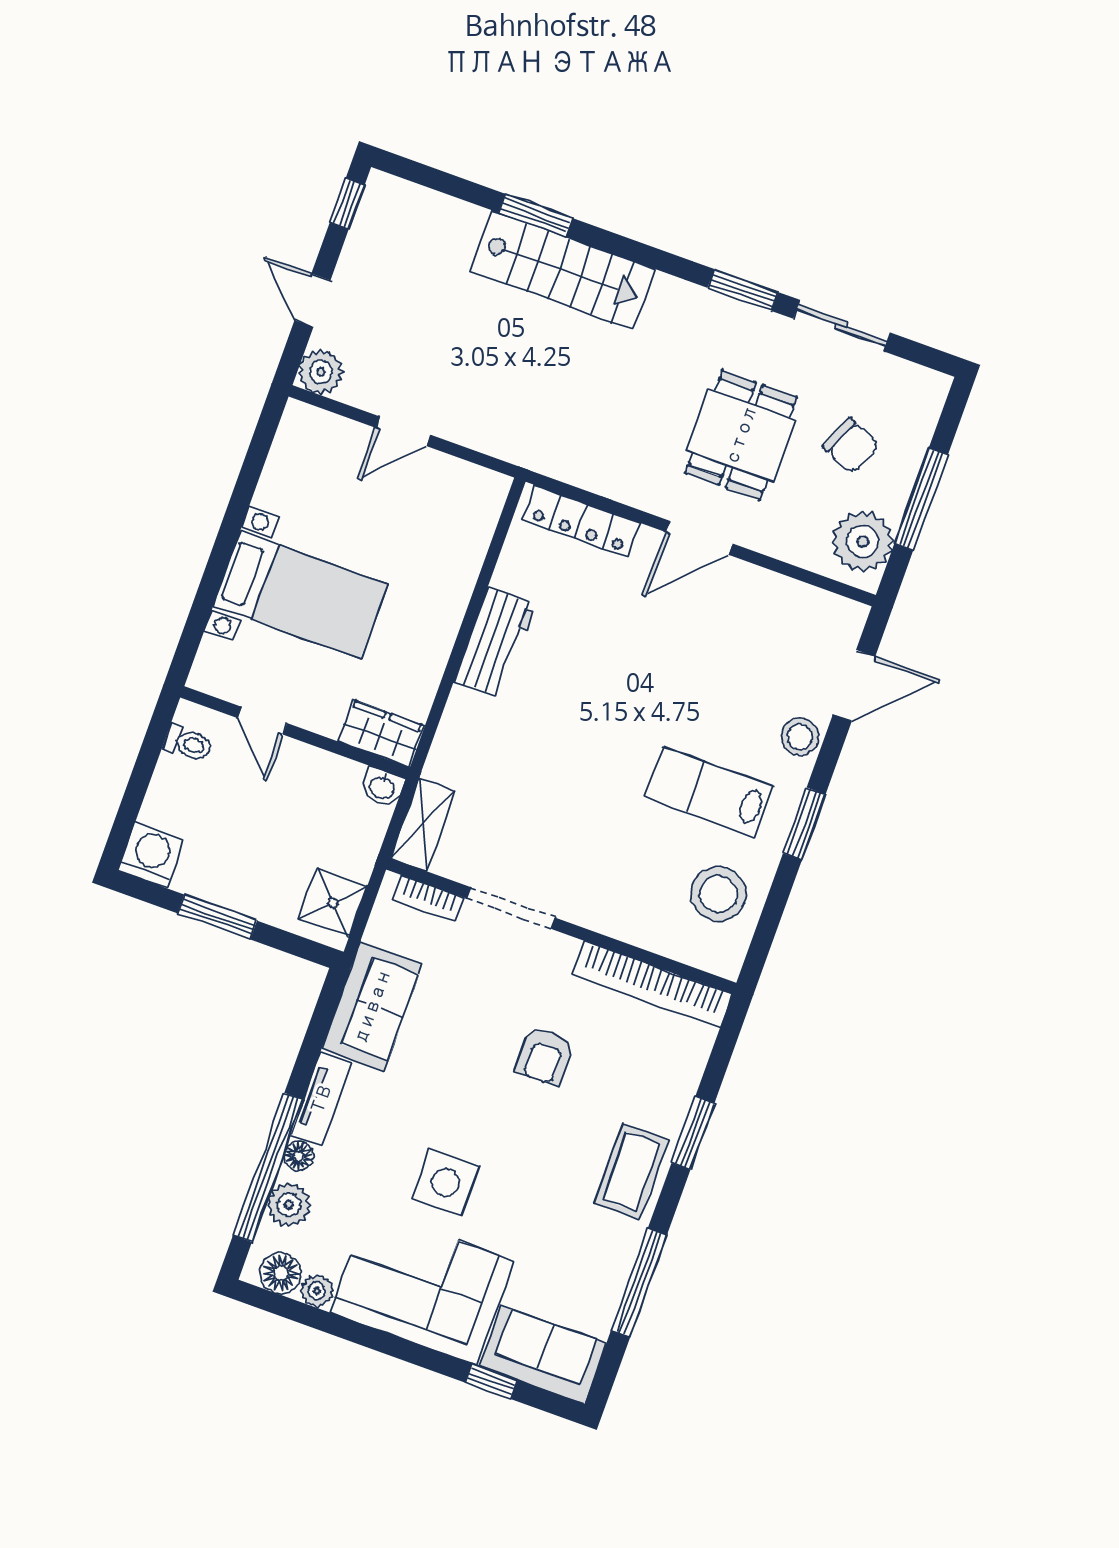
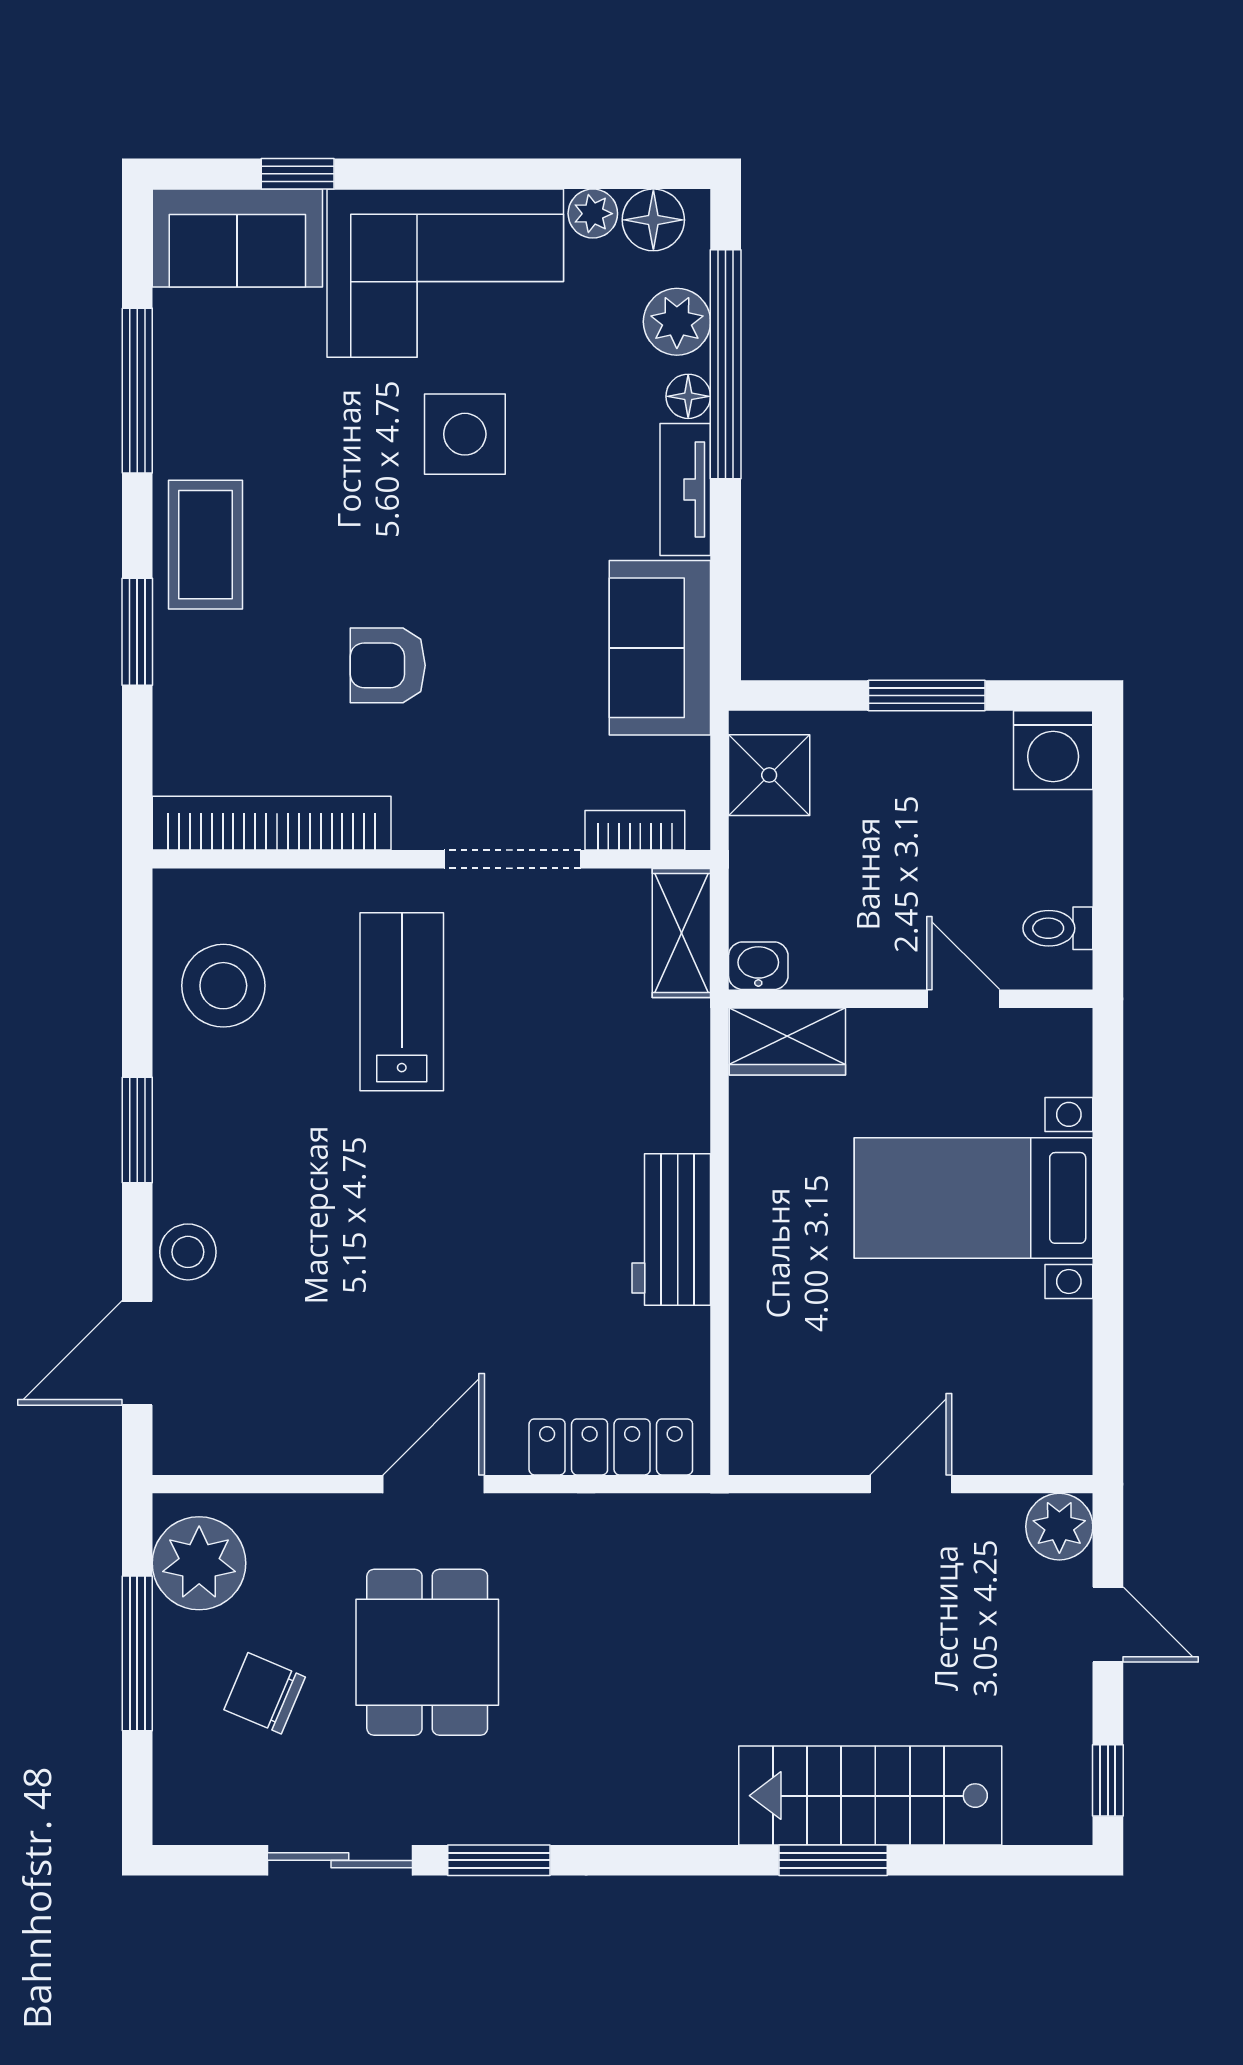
stairs: (562, 270) -> (870, 1796), moved
lab bench: (709, 791) -> (402, 1002), moved, turned -90
armchair: (545, 1056) -> (388, 665), turned -90

